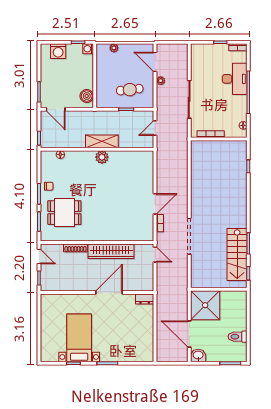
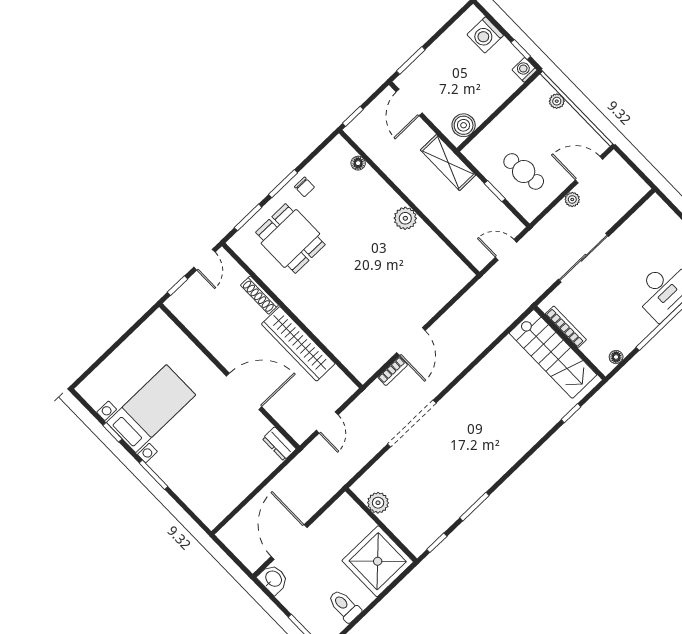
door: (155, 62) -> (589, 170), hinge flipped
shelving: (102, 141) -> (448, 162), moved
door: (155, 204) -> (411, 342), hinge flipped
stairs: (237, 254) -> (553, 354), moved, turned -90
door: (155, 255) -> (327, 423), moved
plant: (208, 282) -> (378, 503), added
shower: (205, 305) -> (378, 561), moved

